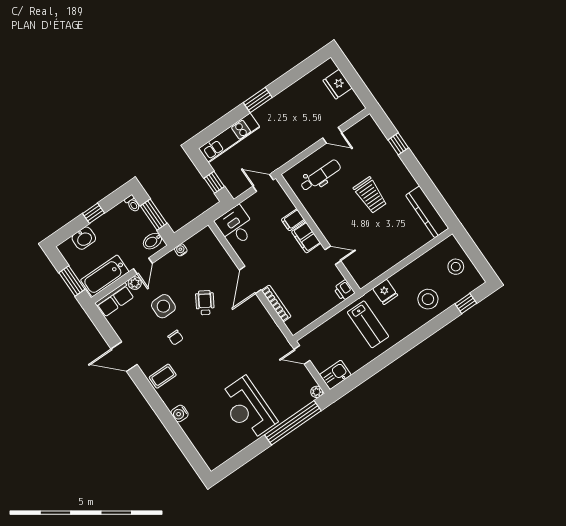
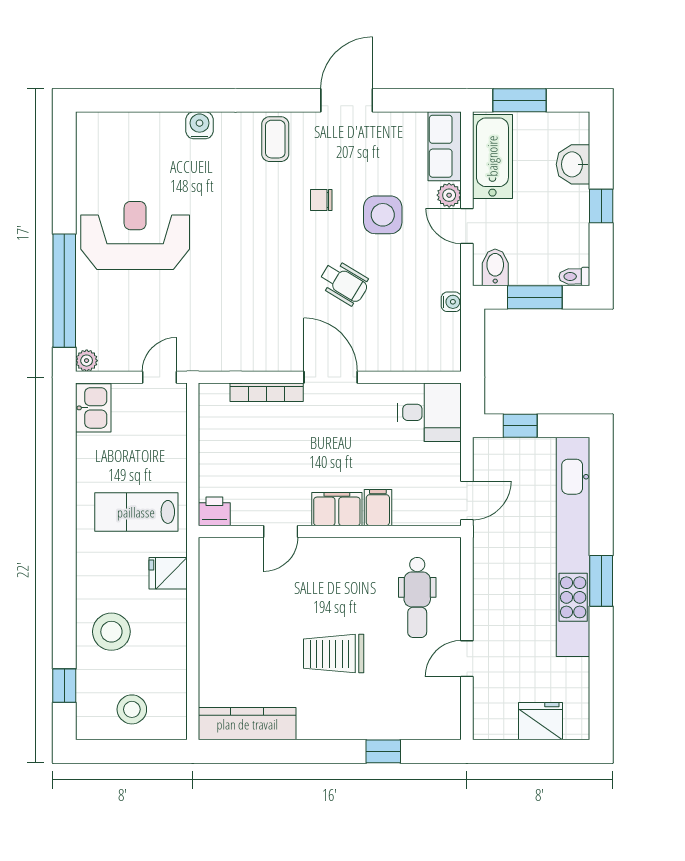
kitchen unit: (229, 138) -> (573, 547), width x1.86

